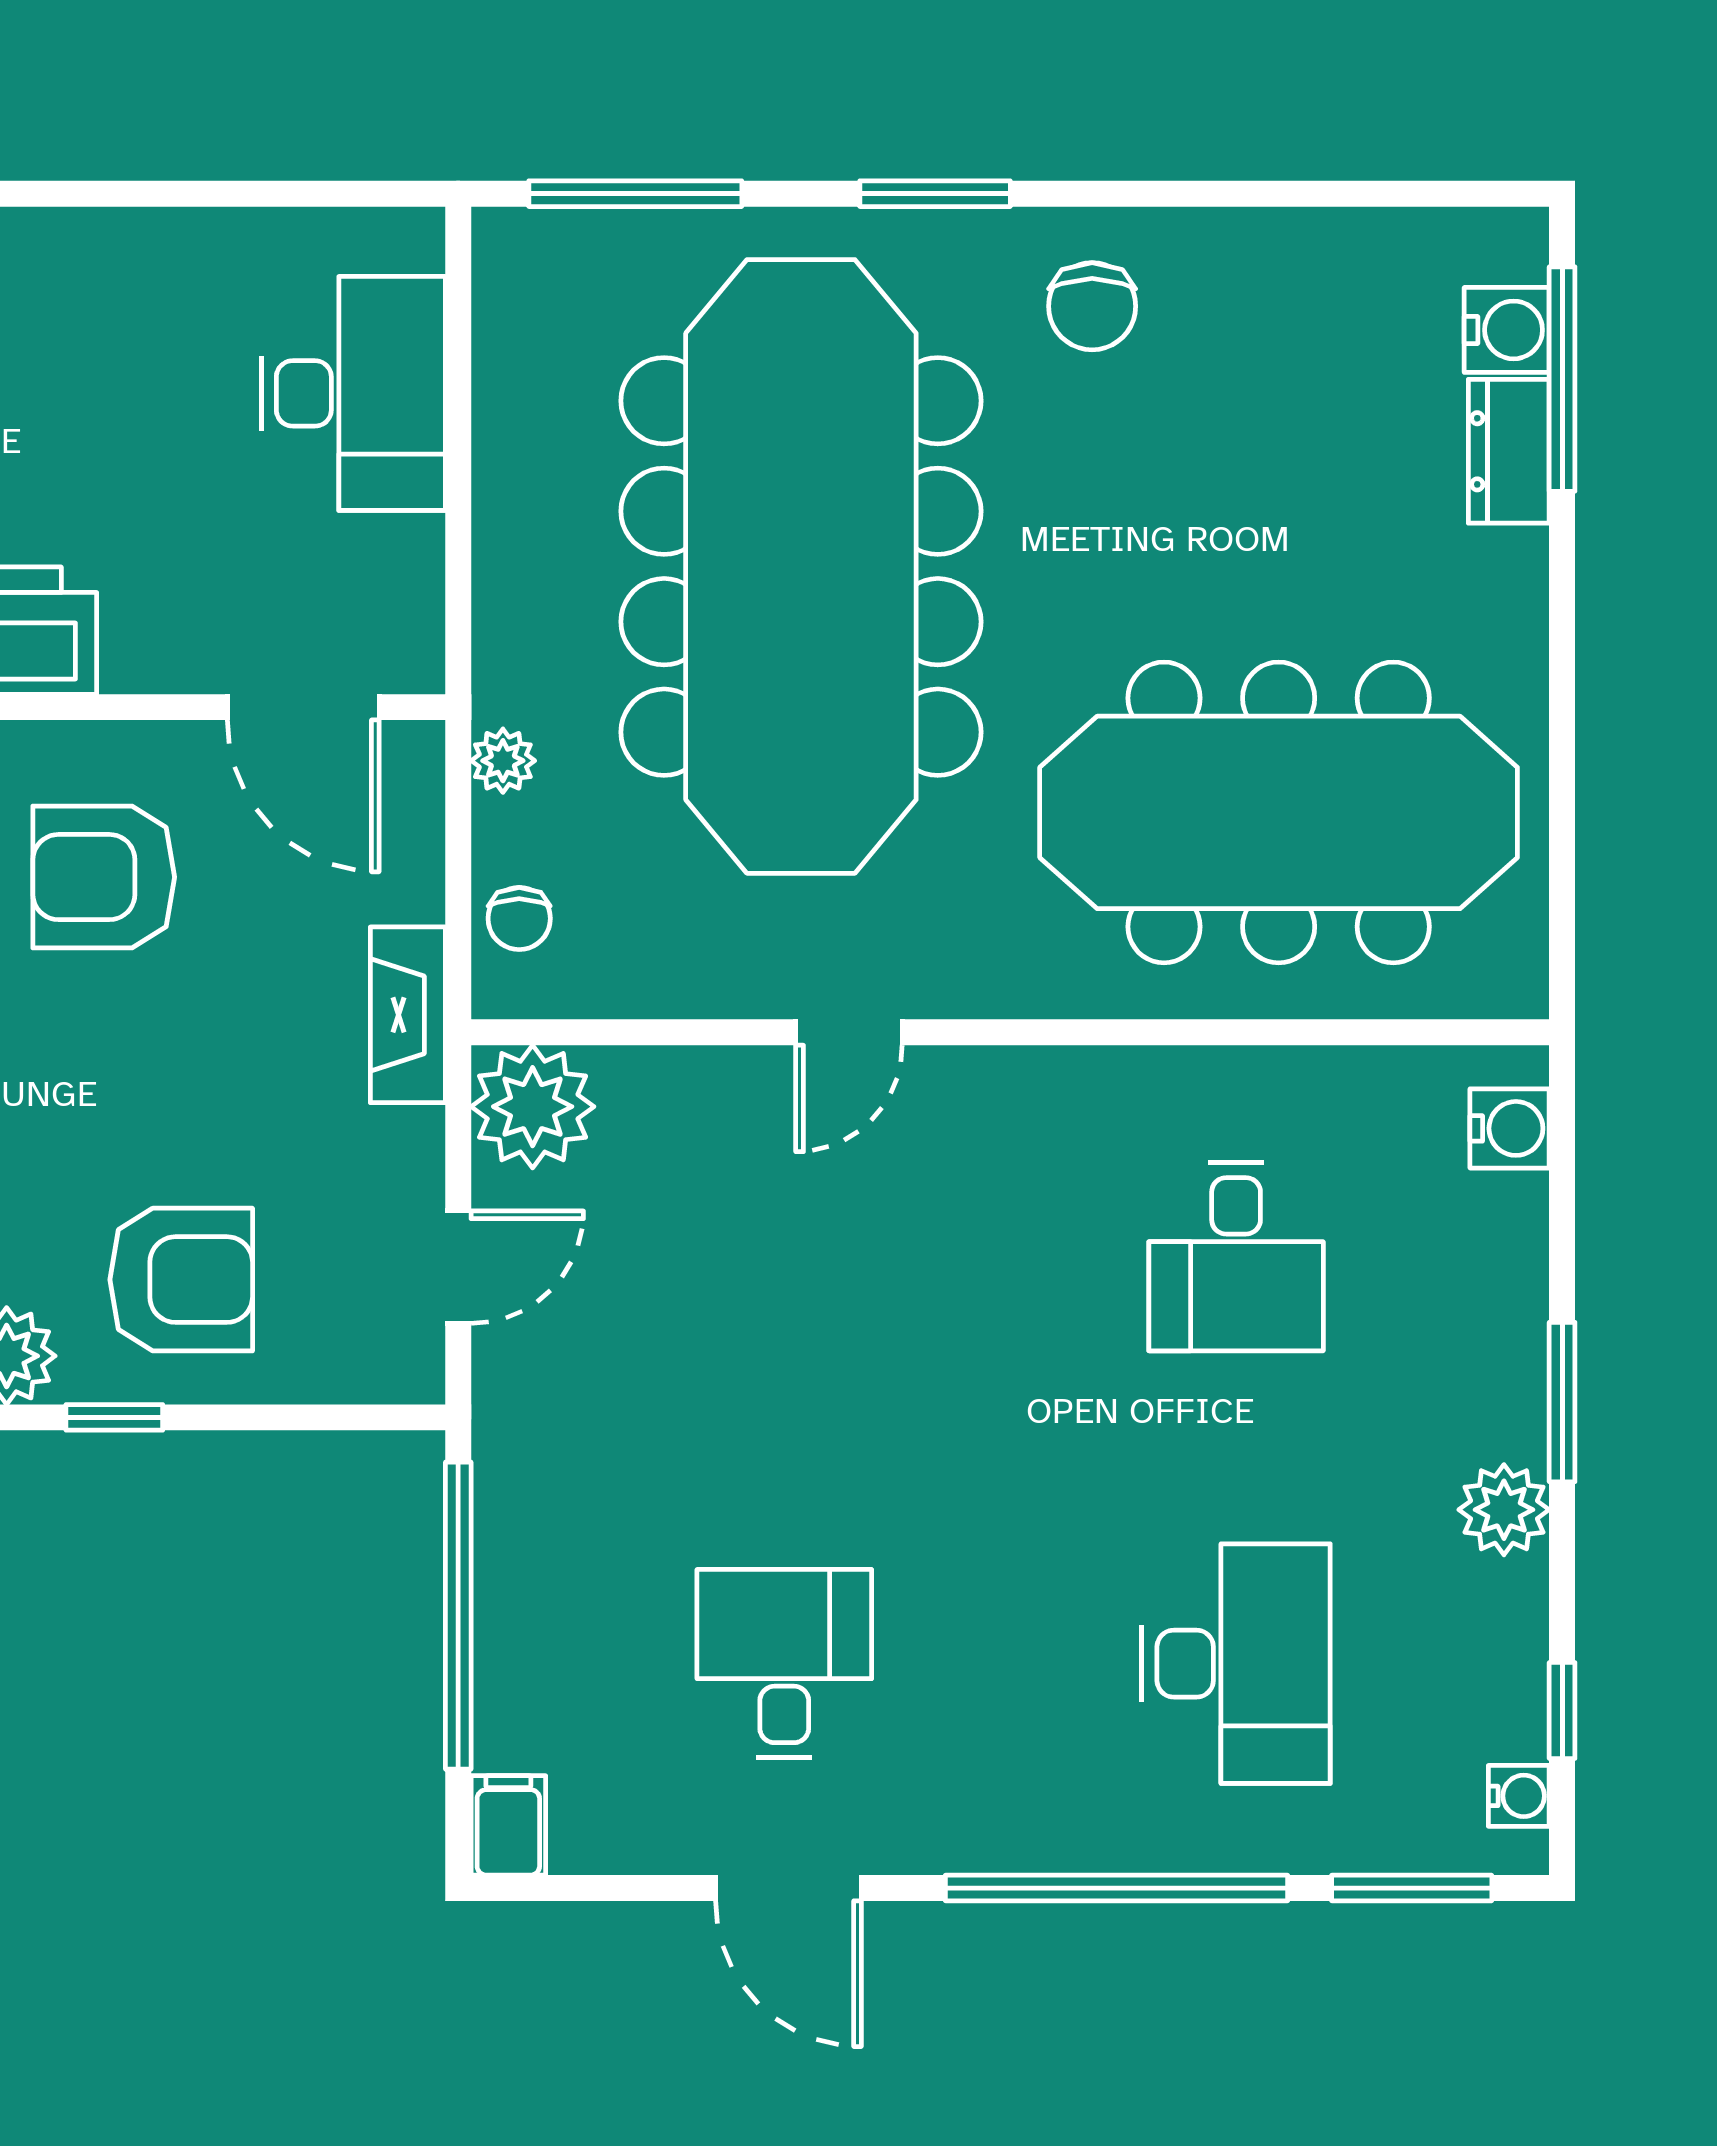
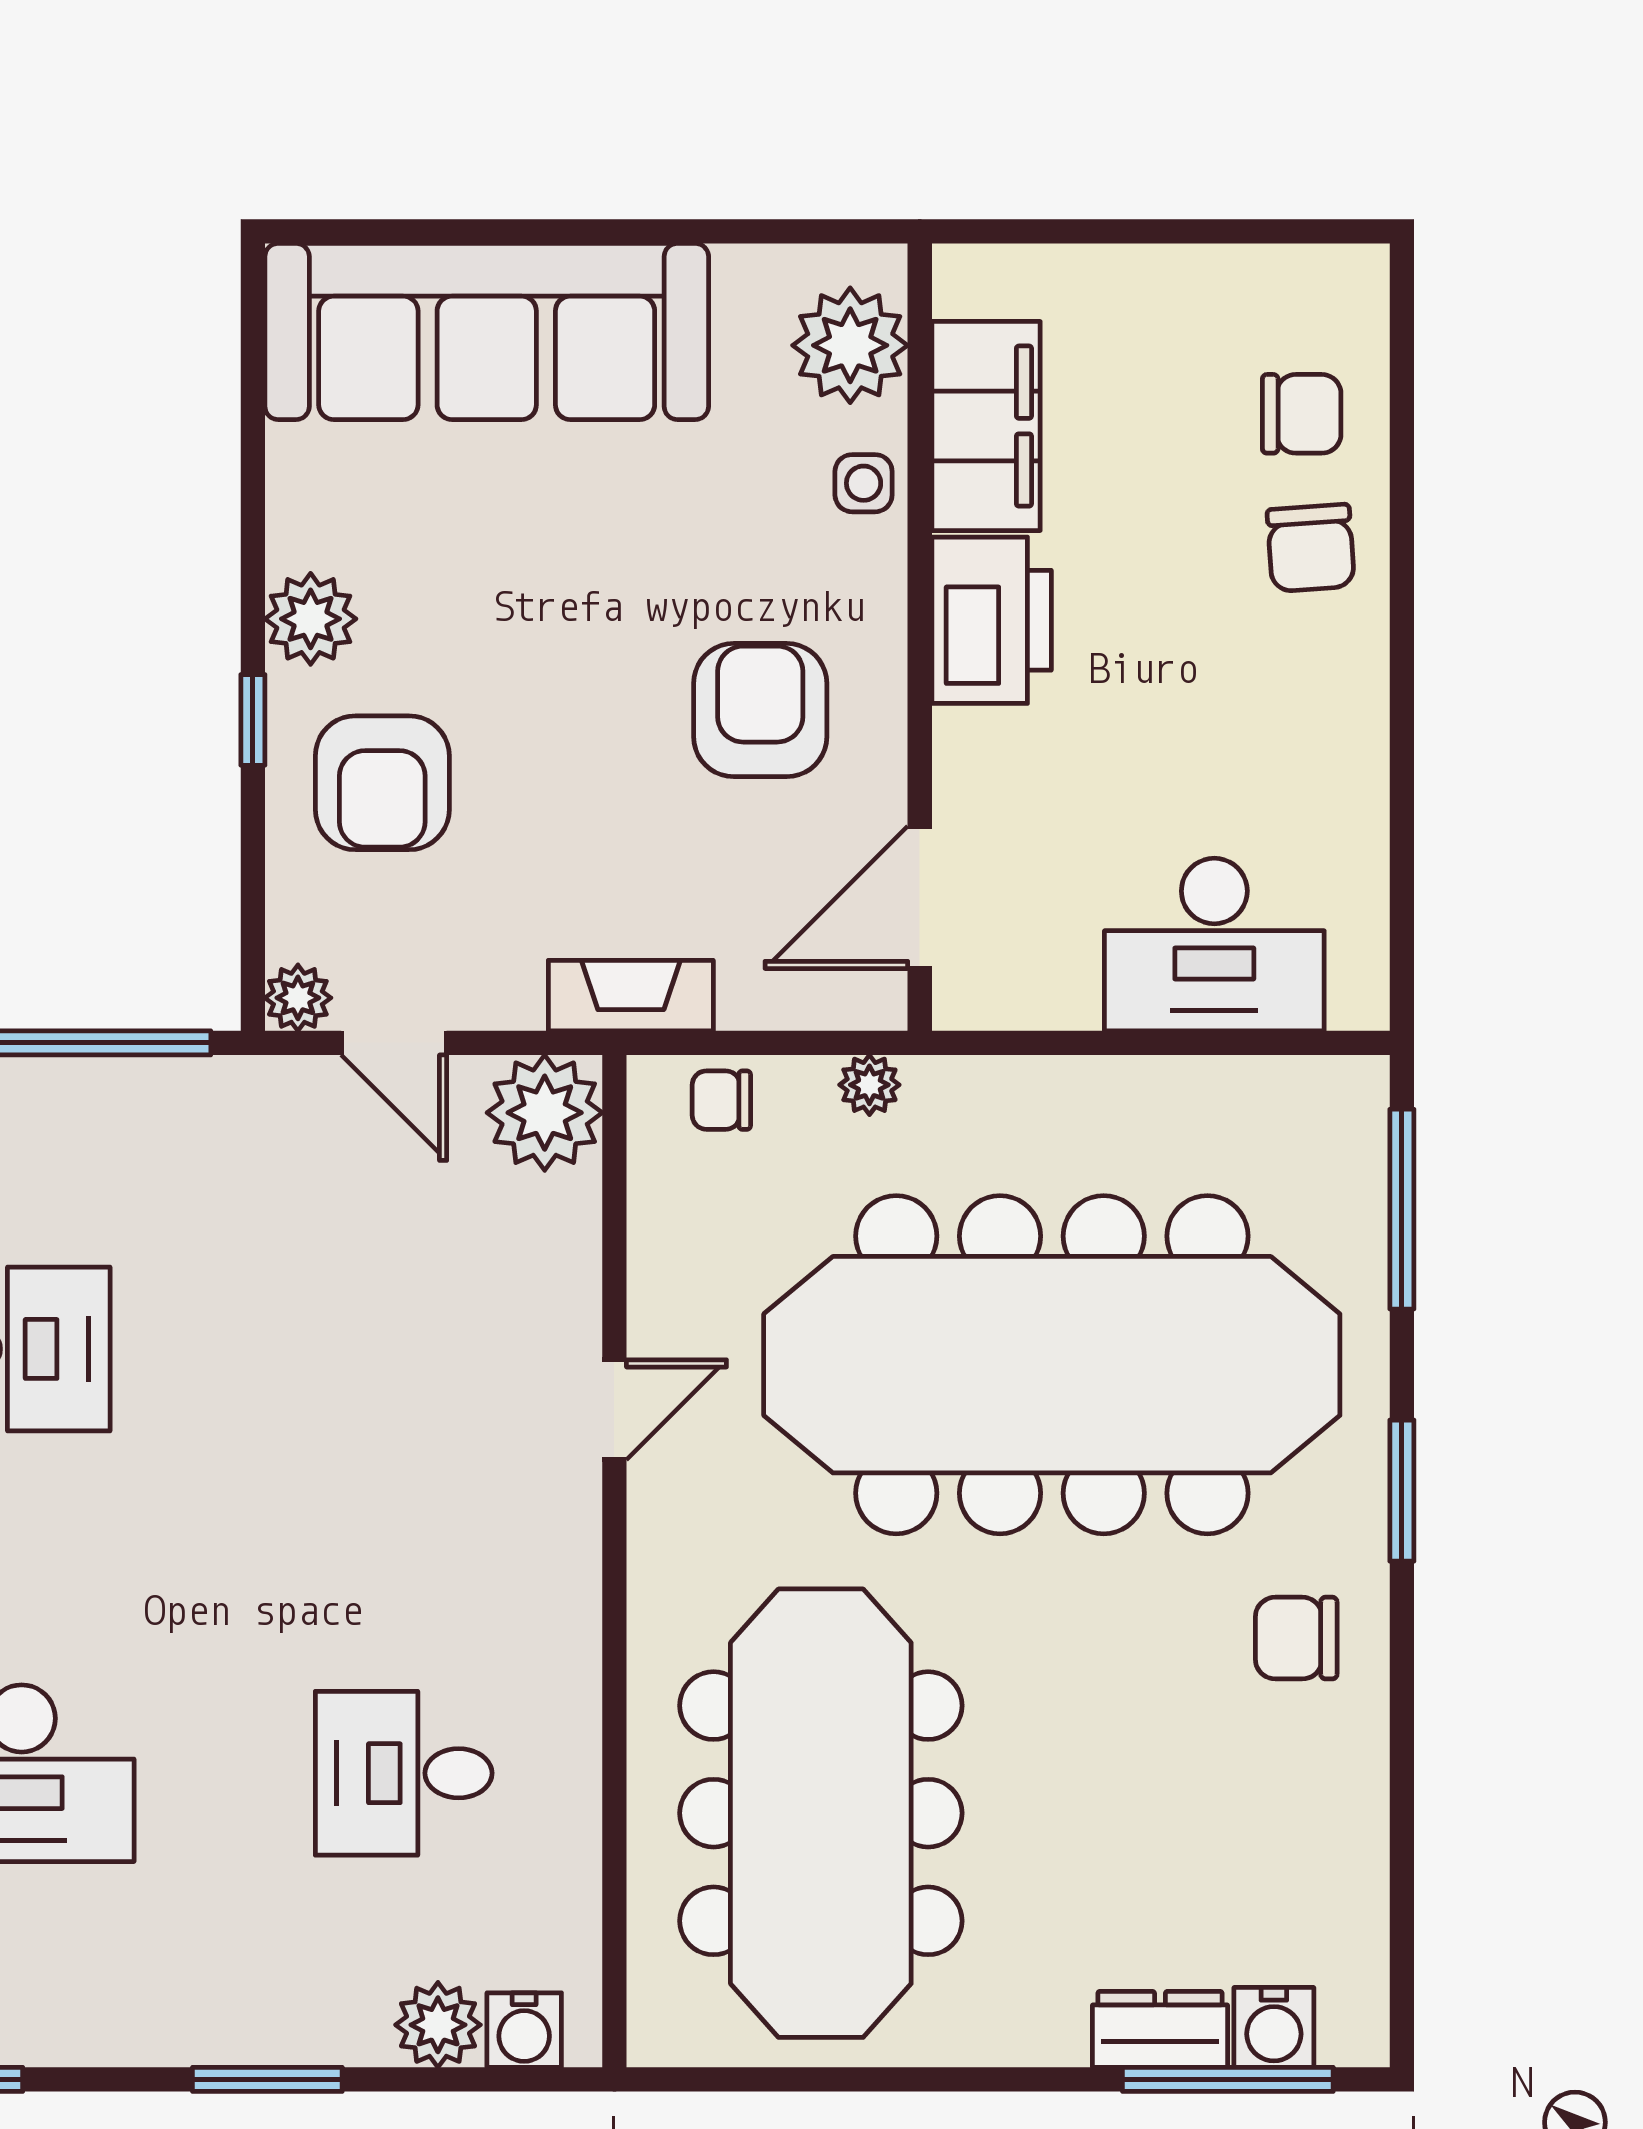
door: (849, 1032) -> (614, 1410), swing flipped
plant: (410, 1369) -> (298, 998), added
plant: (1504, 1510) -> (438, 2025), moved

